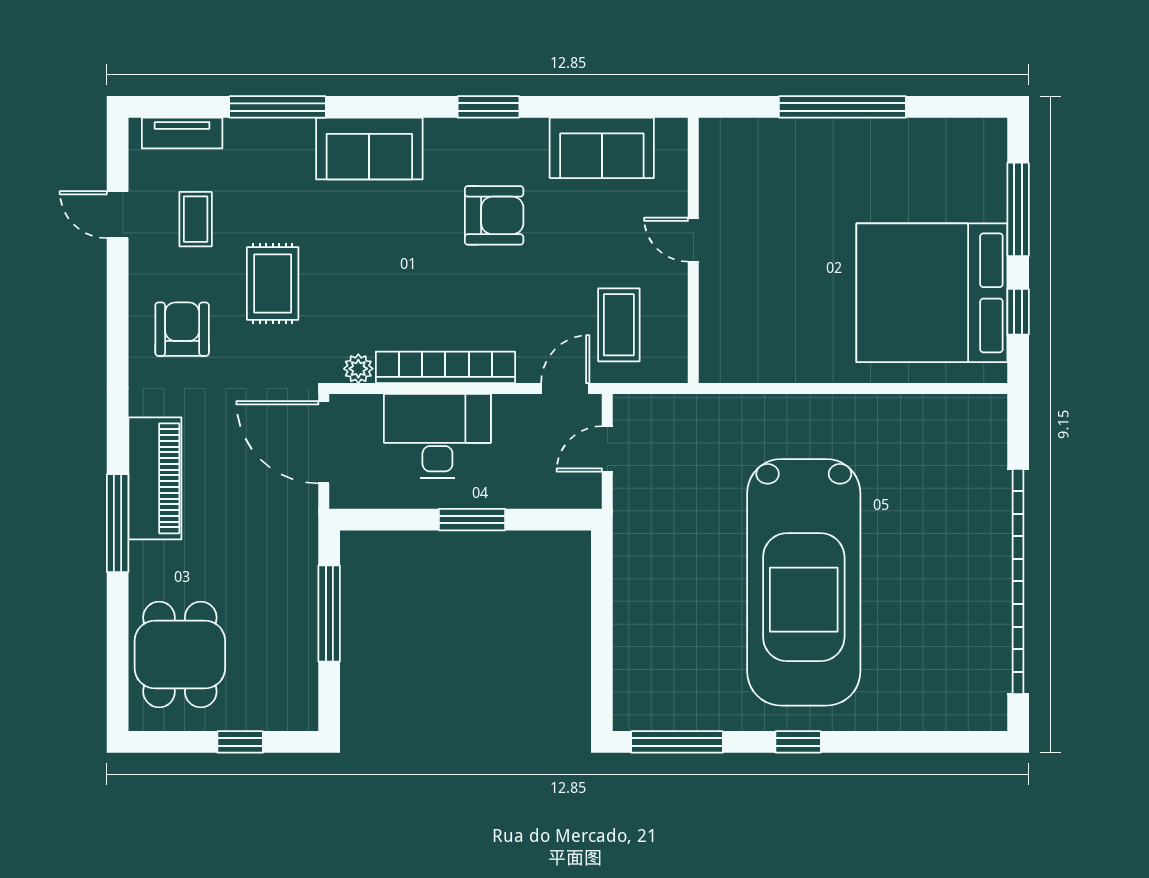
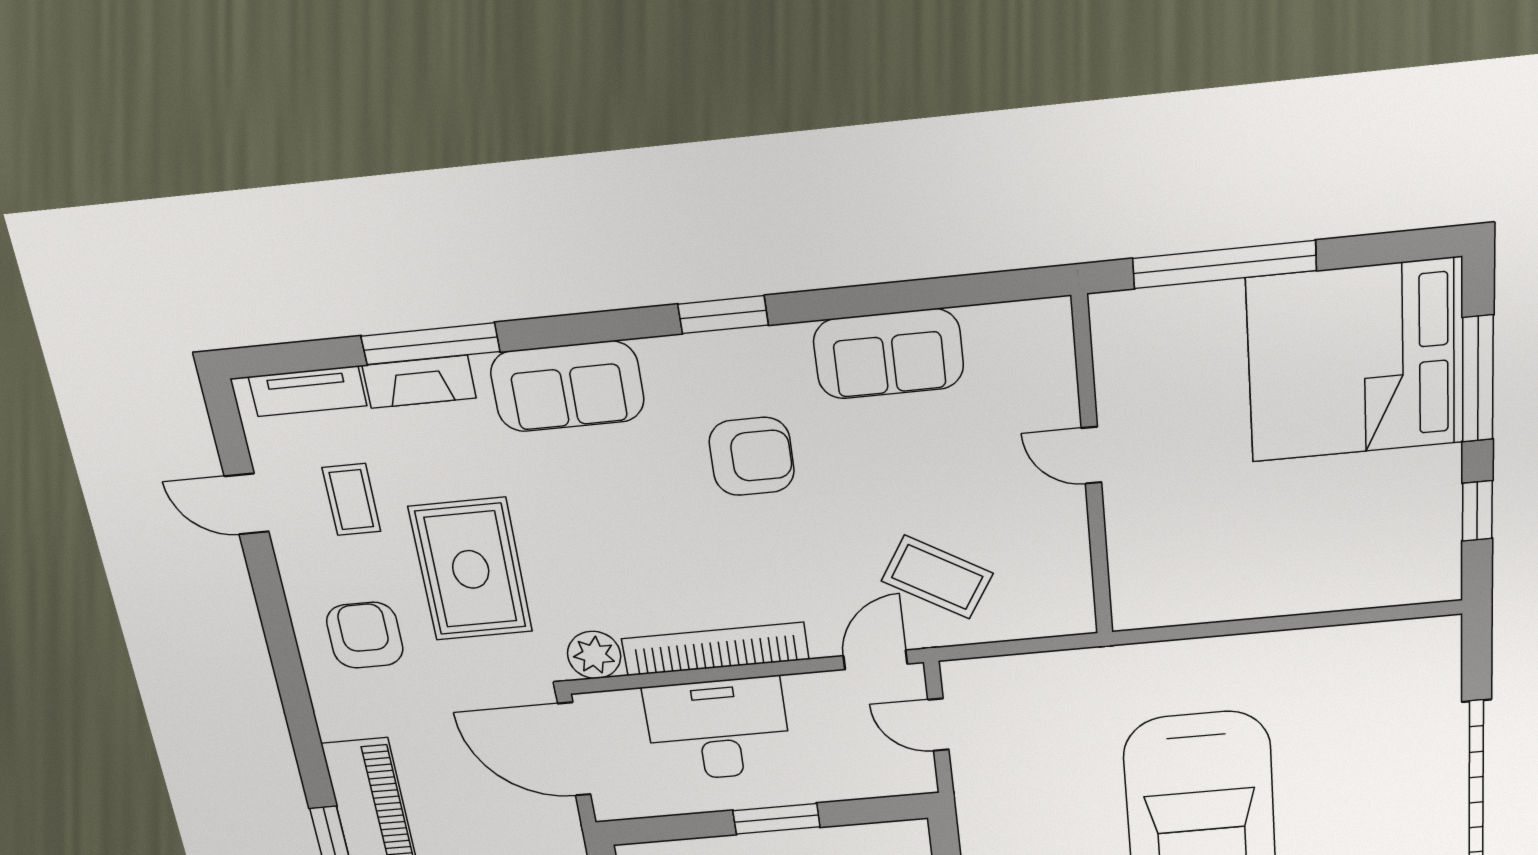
fireplace: (264, 134) -> (419, 382), added
door: (693, 240) -> (1091, 455), moved
wall: (693, 250) -> (1092, 469), moved
rug: (273, 283) -> (471, 569), width x1.36, depth x1.43
bed: (932, 293) -> (1356, 361), moved
coffee table: (619, 325) -> (937, 577), turned -59
plant: (358, 369) -> (594, 655), width x1.38, depth x1.38
door: (607, 449) -> (938, 725), hinge flipped

